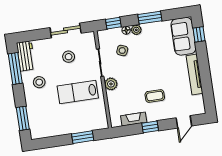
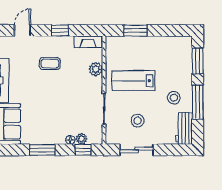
plant: (136, 30) -> (82, 139), moved
side table: (122, 51) -> (78, 119), removed
window: (15, 68) -> (198, 102), moved
plant: (111, 84) -> (96, 69), moved
lab bench: (78, 92) -> (133, 81), turned 180
fireplace: (134, 119) -> (88, 42), moved

